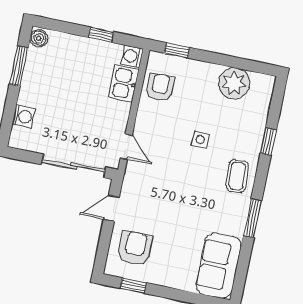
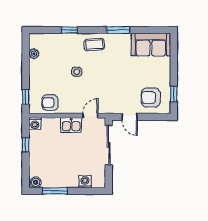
kitchen sink: (124, 83) -> (71, 125), moved
plant: (234, 83) -> (34, 54), width x0.53, depth x0.53

